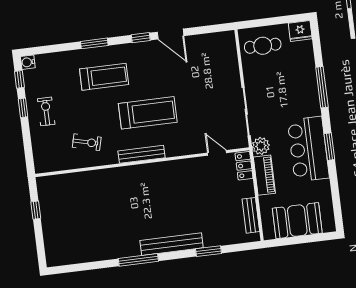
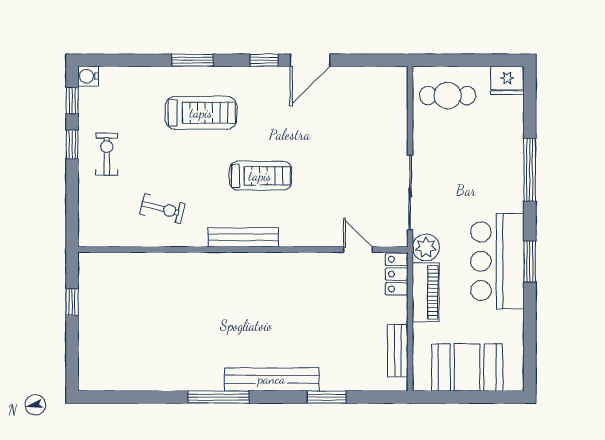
door: (171, 34) -> (310, 60), hinge flipped
treadmill: (148, 113) -> (260, 176), width x0.73, depth x0.73

